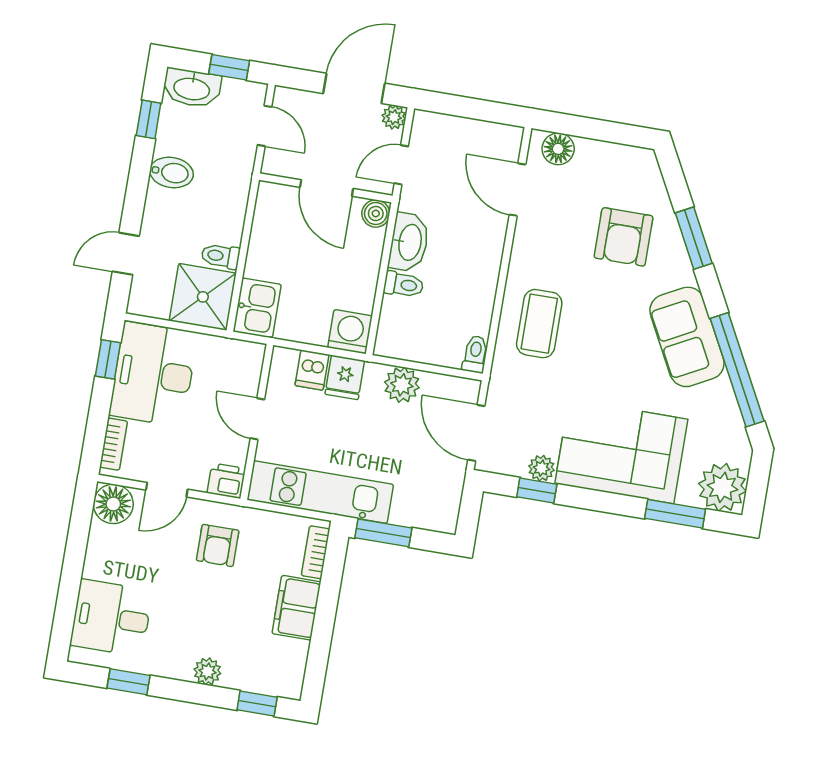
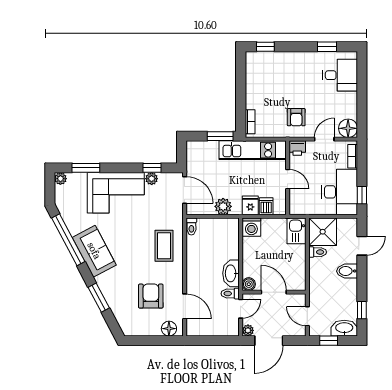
bidet: (171, 173) -> (347, 271), moved
armchair: (624, 237) -> (151, 296), moved
toilet: (404, 285) -> (230, 294), moved
plant: (722, 487) -> (60, 179), width x0.53, depth x0.53
armchair: (218, 545) -> (296, 117), turned 180
filing cabinet: (296, 608) -> (255, 94), removed
plant: (207, 671) -> (291, 58), removed

